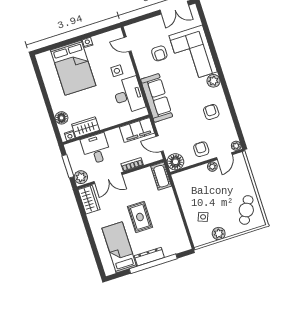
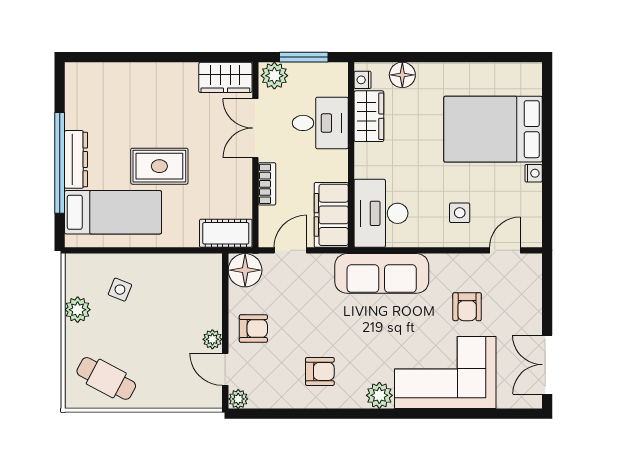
armchair: (159, 53) -> (467, 307), turned -90
desk: (129, 95) -> (381, 213), moved, turned 90
bed: (119, 247) -> (113, 212), moved

